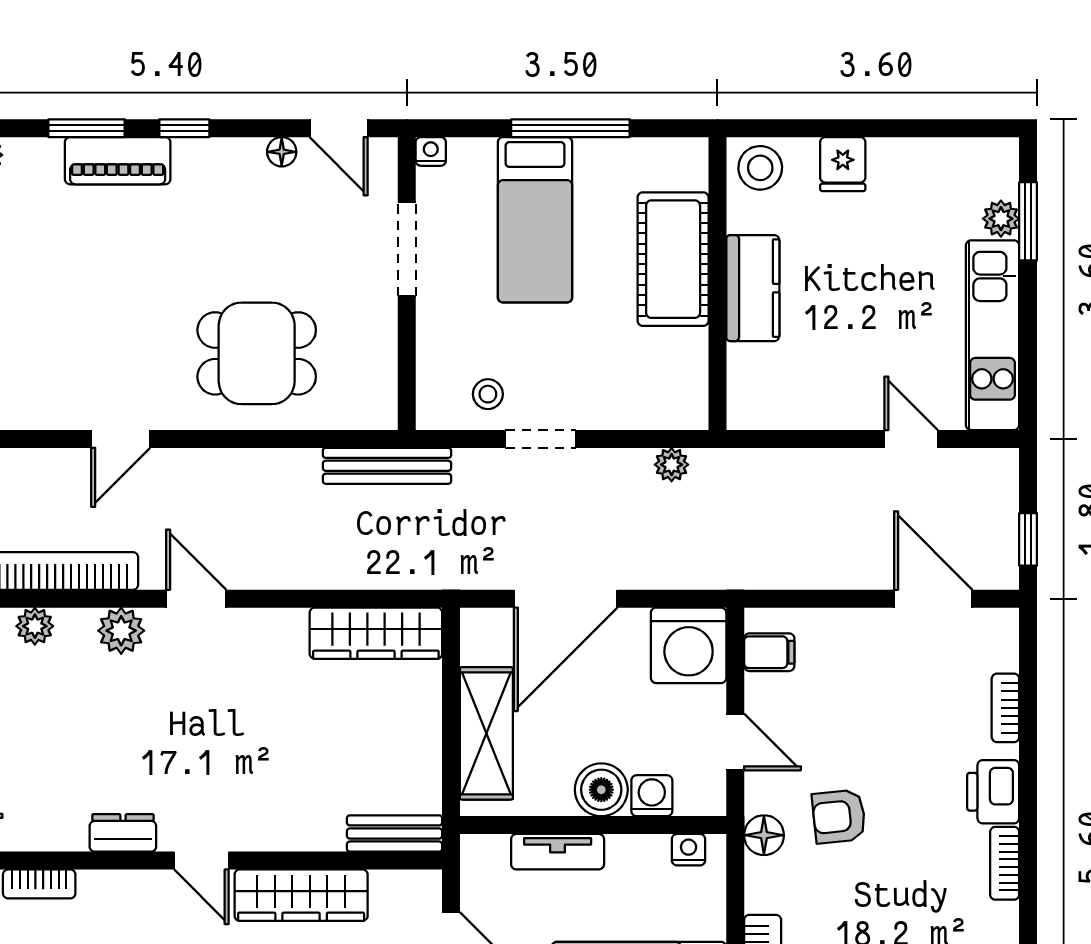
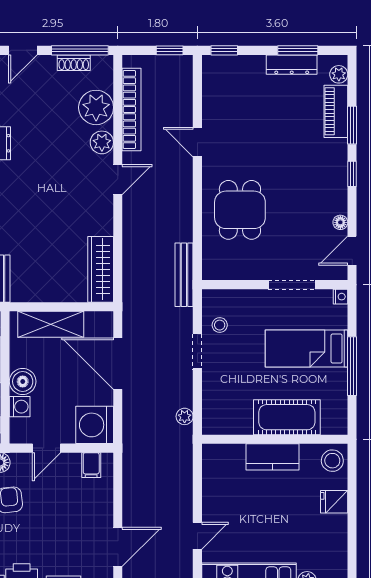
piano: (118, 161) -> (336, 111), moved
plant: (35, 626) -> (96, 107), width x1.88, depth x1.88

